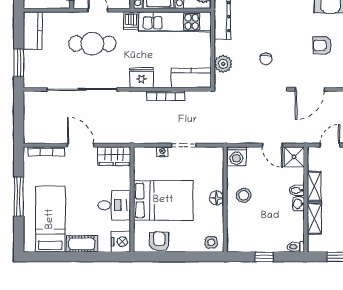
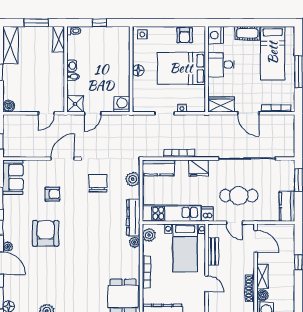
chair: (266, 59) -> (98, 183), width x1.87, depth x1.87
door: (272, 145) -> (93, 113), swing flipped
shelving: (314, 186) -> (59, 80), removed
stool: (244, 195) -> (116, 73), removed
shelving: (314, 218) -> (59, 39), moved

